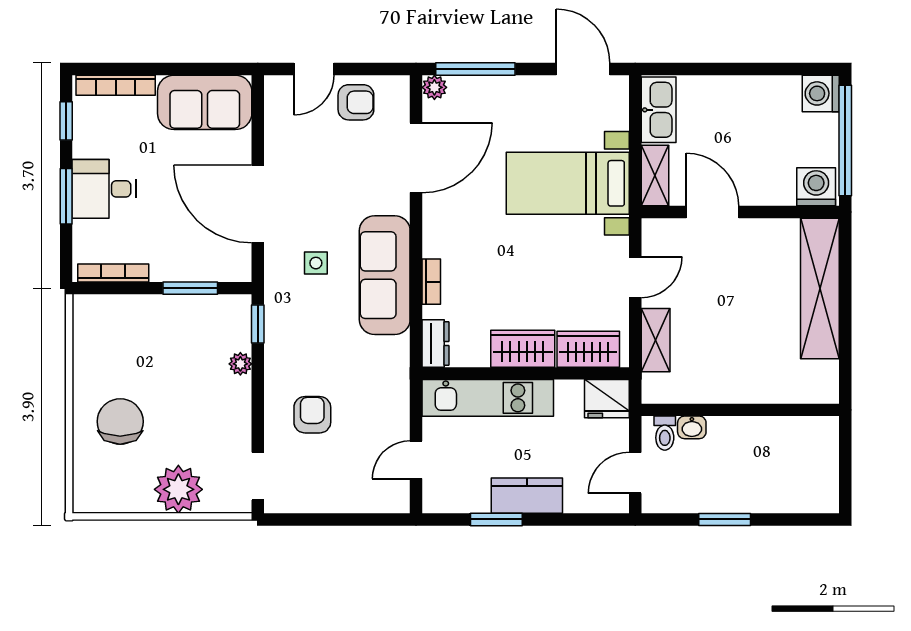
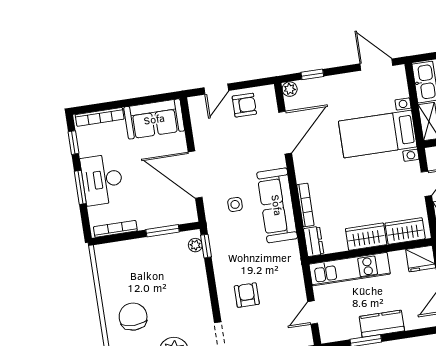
window: (475, 69) -> (312, 74), width x0.46
desk: (104, 189) -> (102, 180), width x1.37
bookcase: (431, 282) -> (305, 205), width x1.56
plant: (240, 364) -> (195, 245), moved

